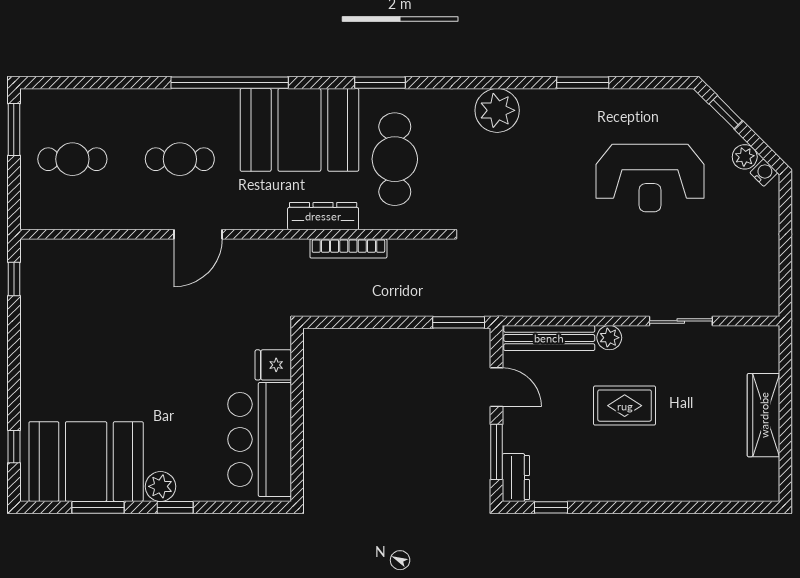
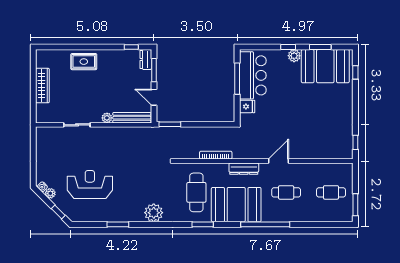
dresser: (323, 216) -> (244, 169), moved
rug: (625, 406) -> (84, 62), moved
window: (297, 432) -> (237, 79), added

